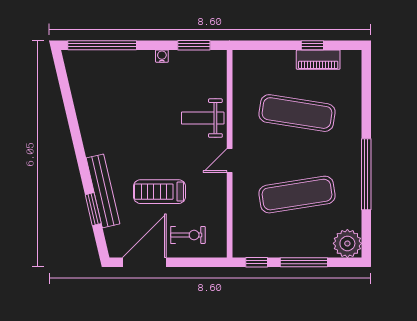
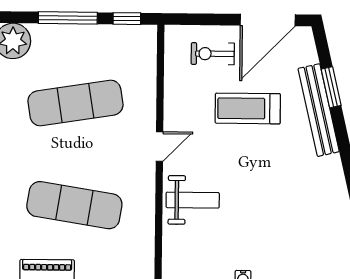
treadmill: (160, 192) -> (248, 108), turned 180

